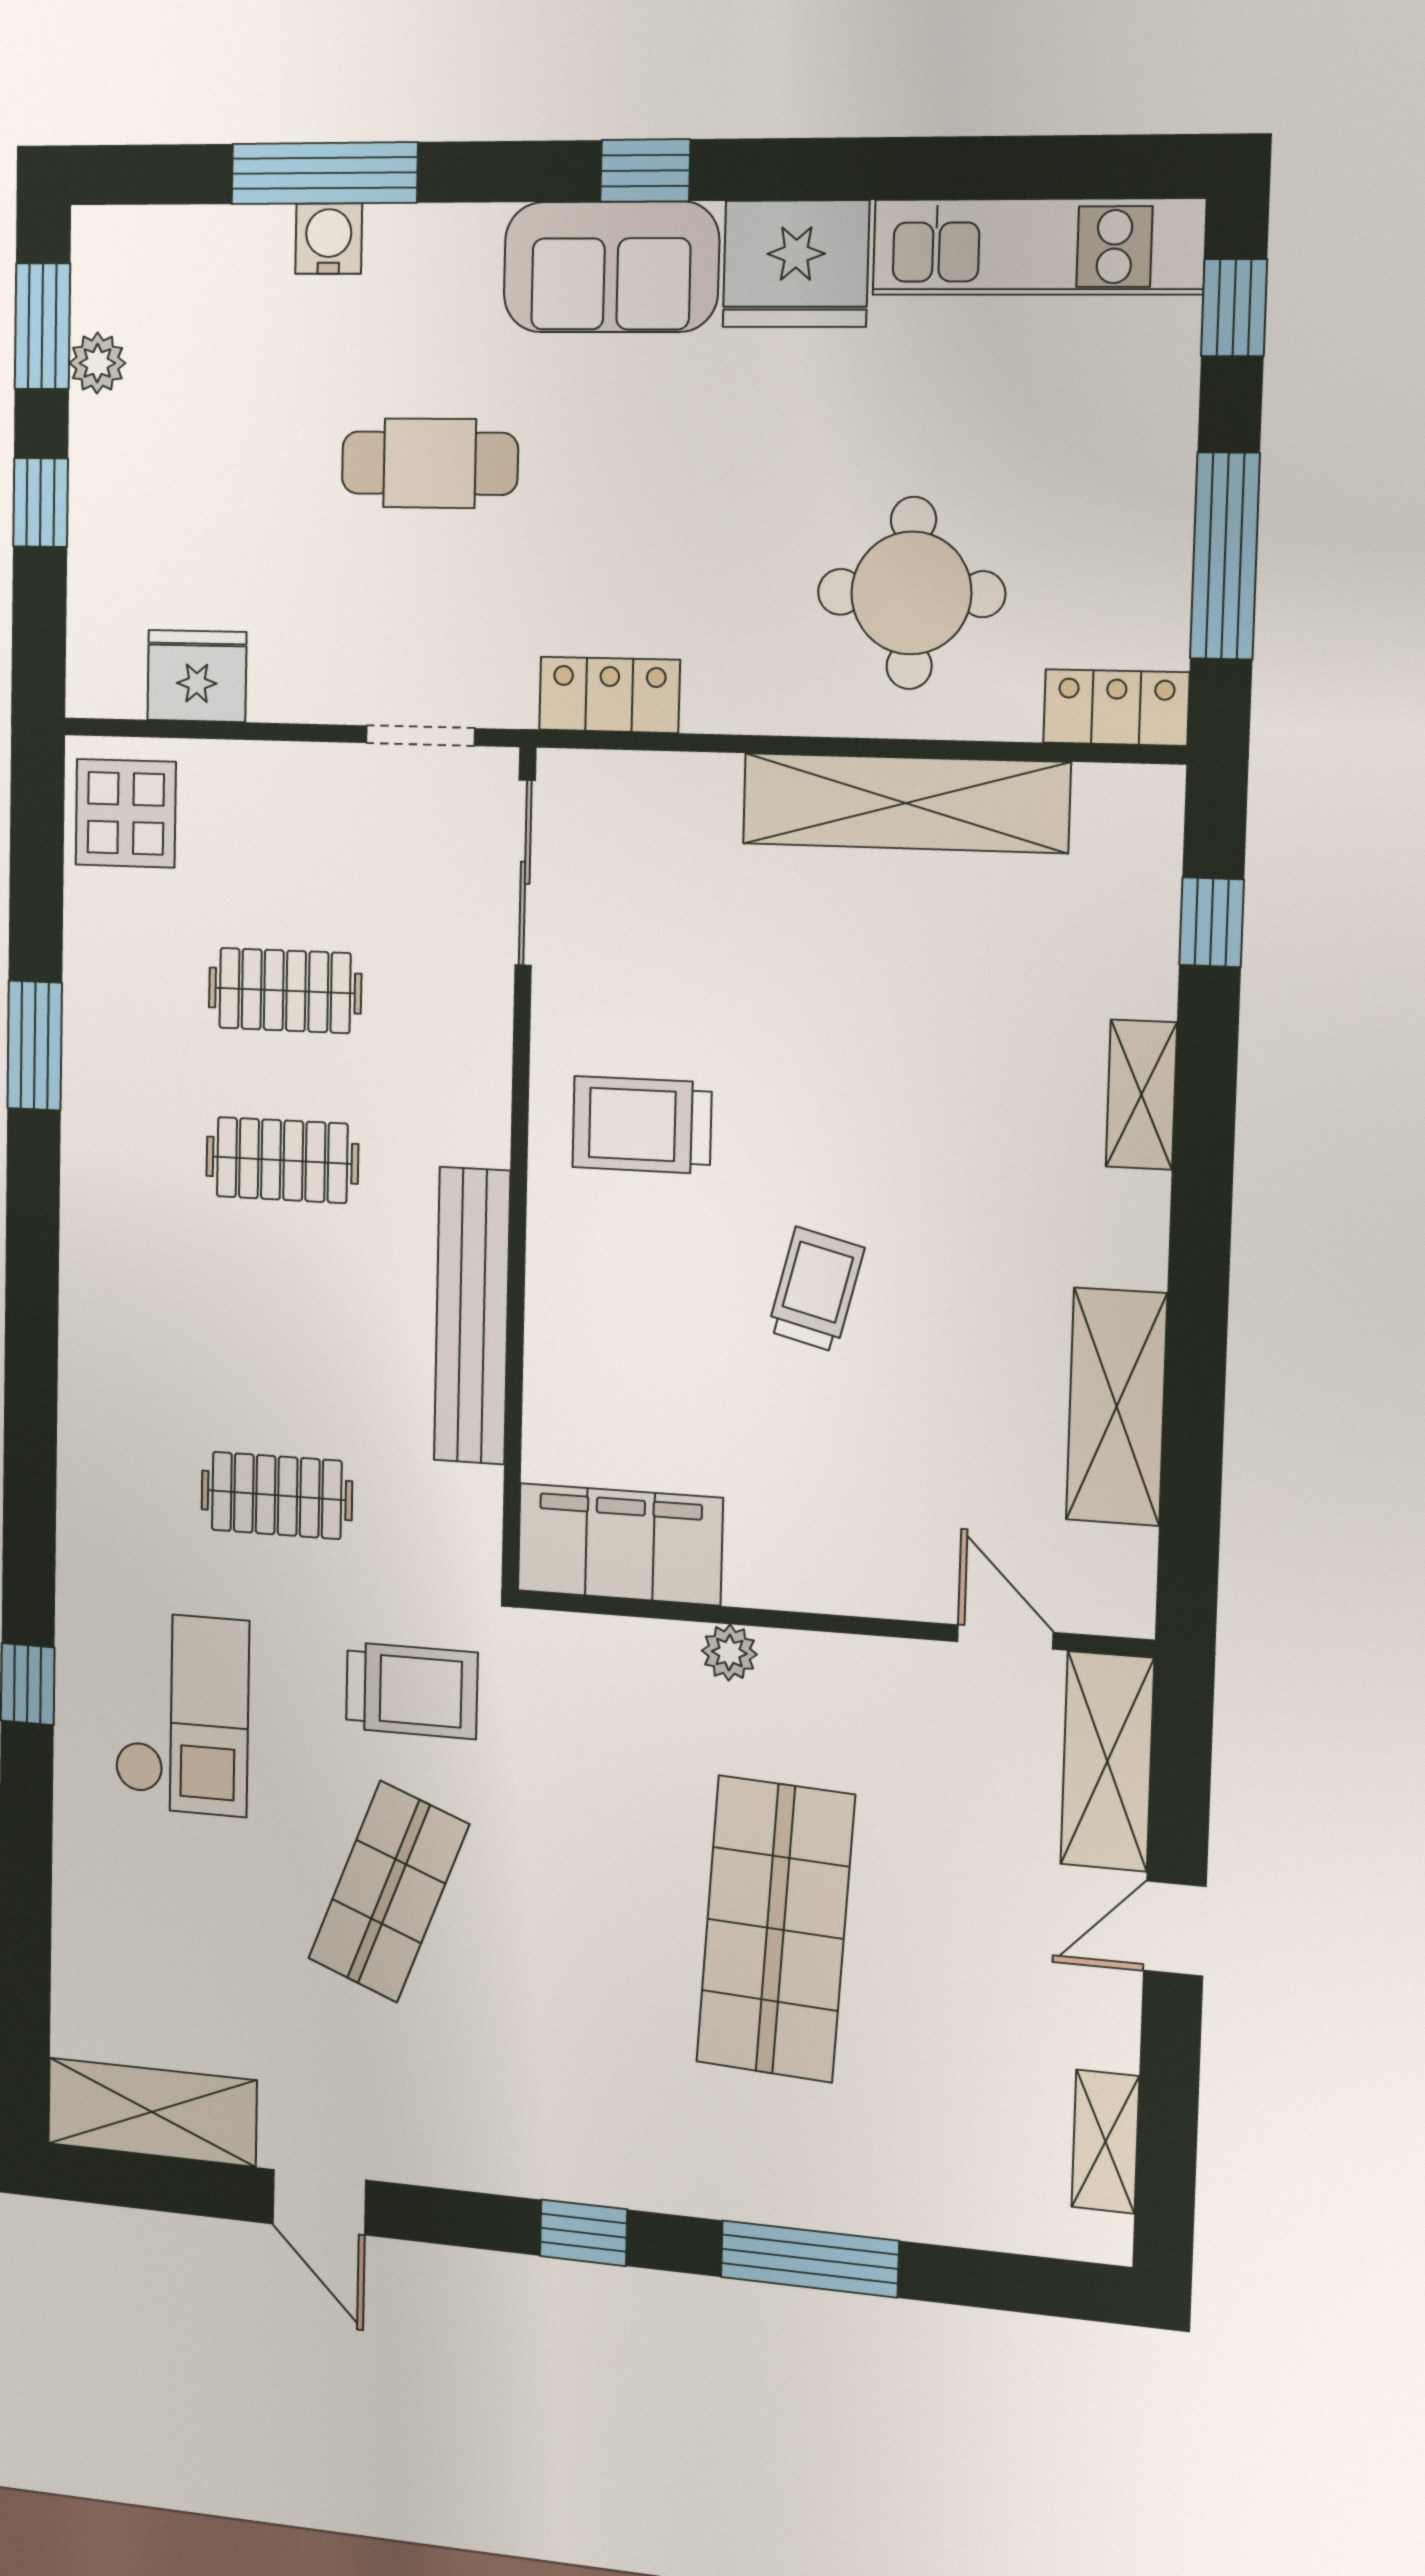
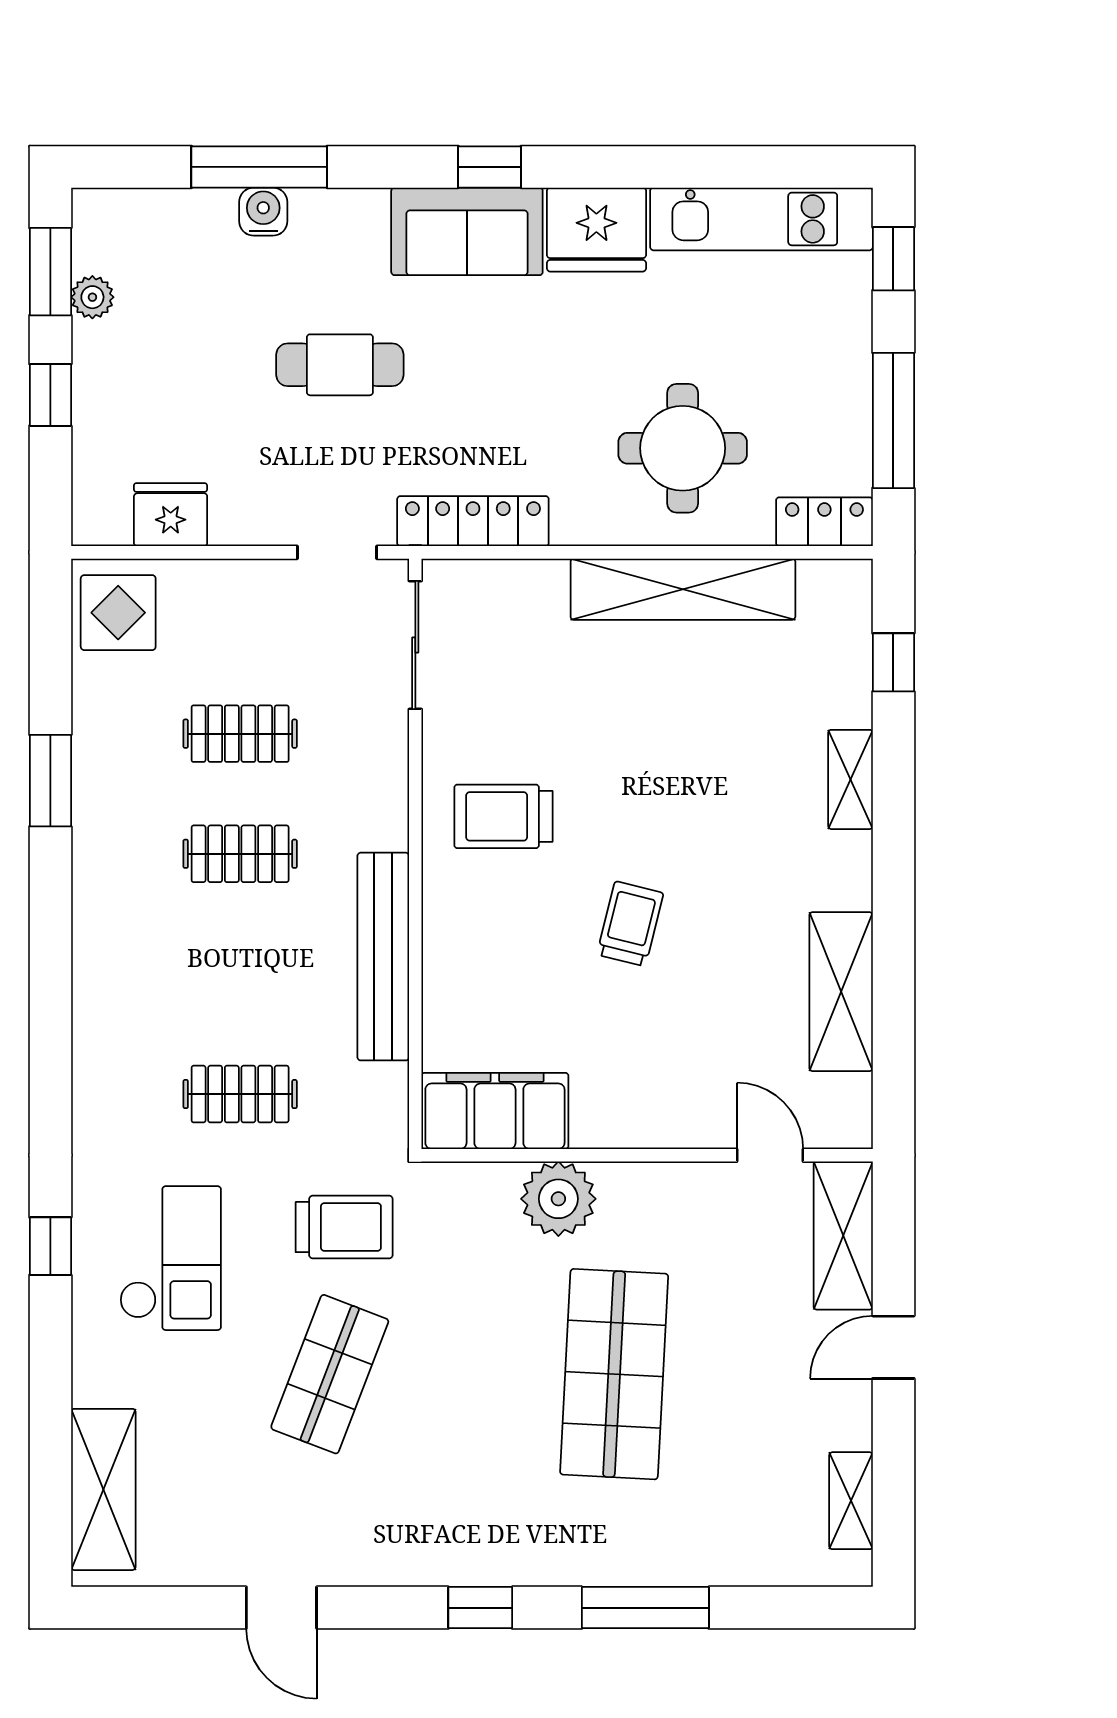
locker: (609, 695) -> (473, 521), width x1.53
plant: (729, 1653) -> (558, 1199), width x1.88, depth x1.88
shelving: (152, 2112) -> (103, 1489), moved, turned 90

